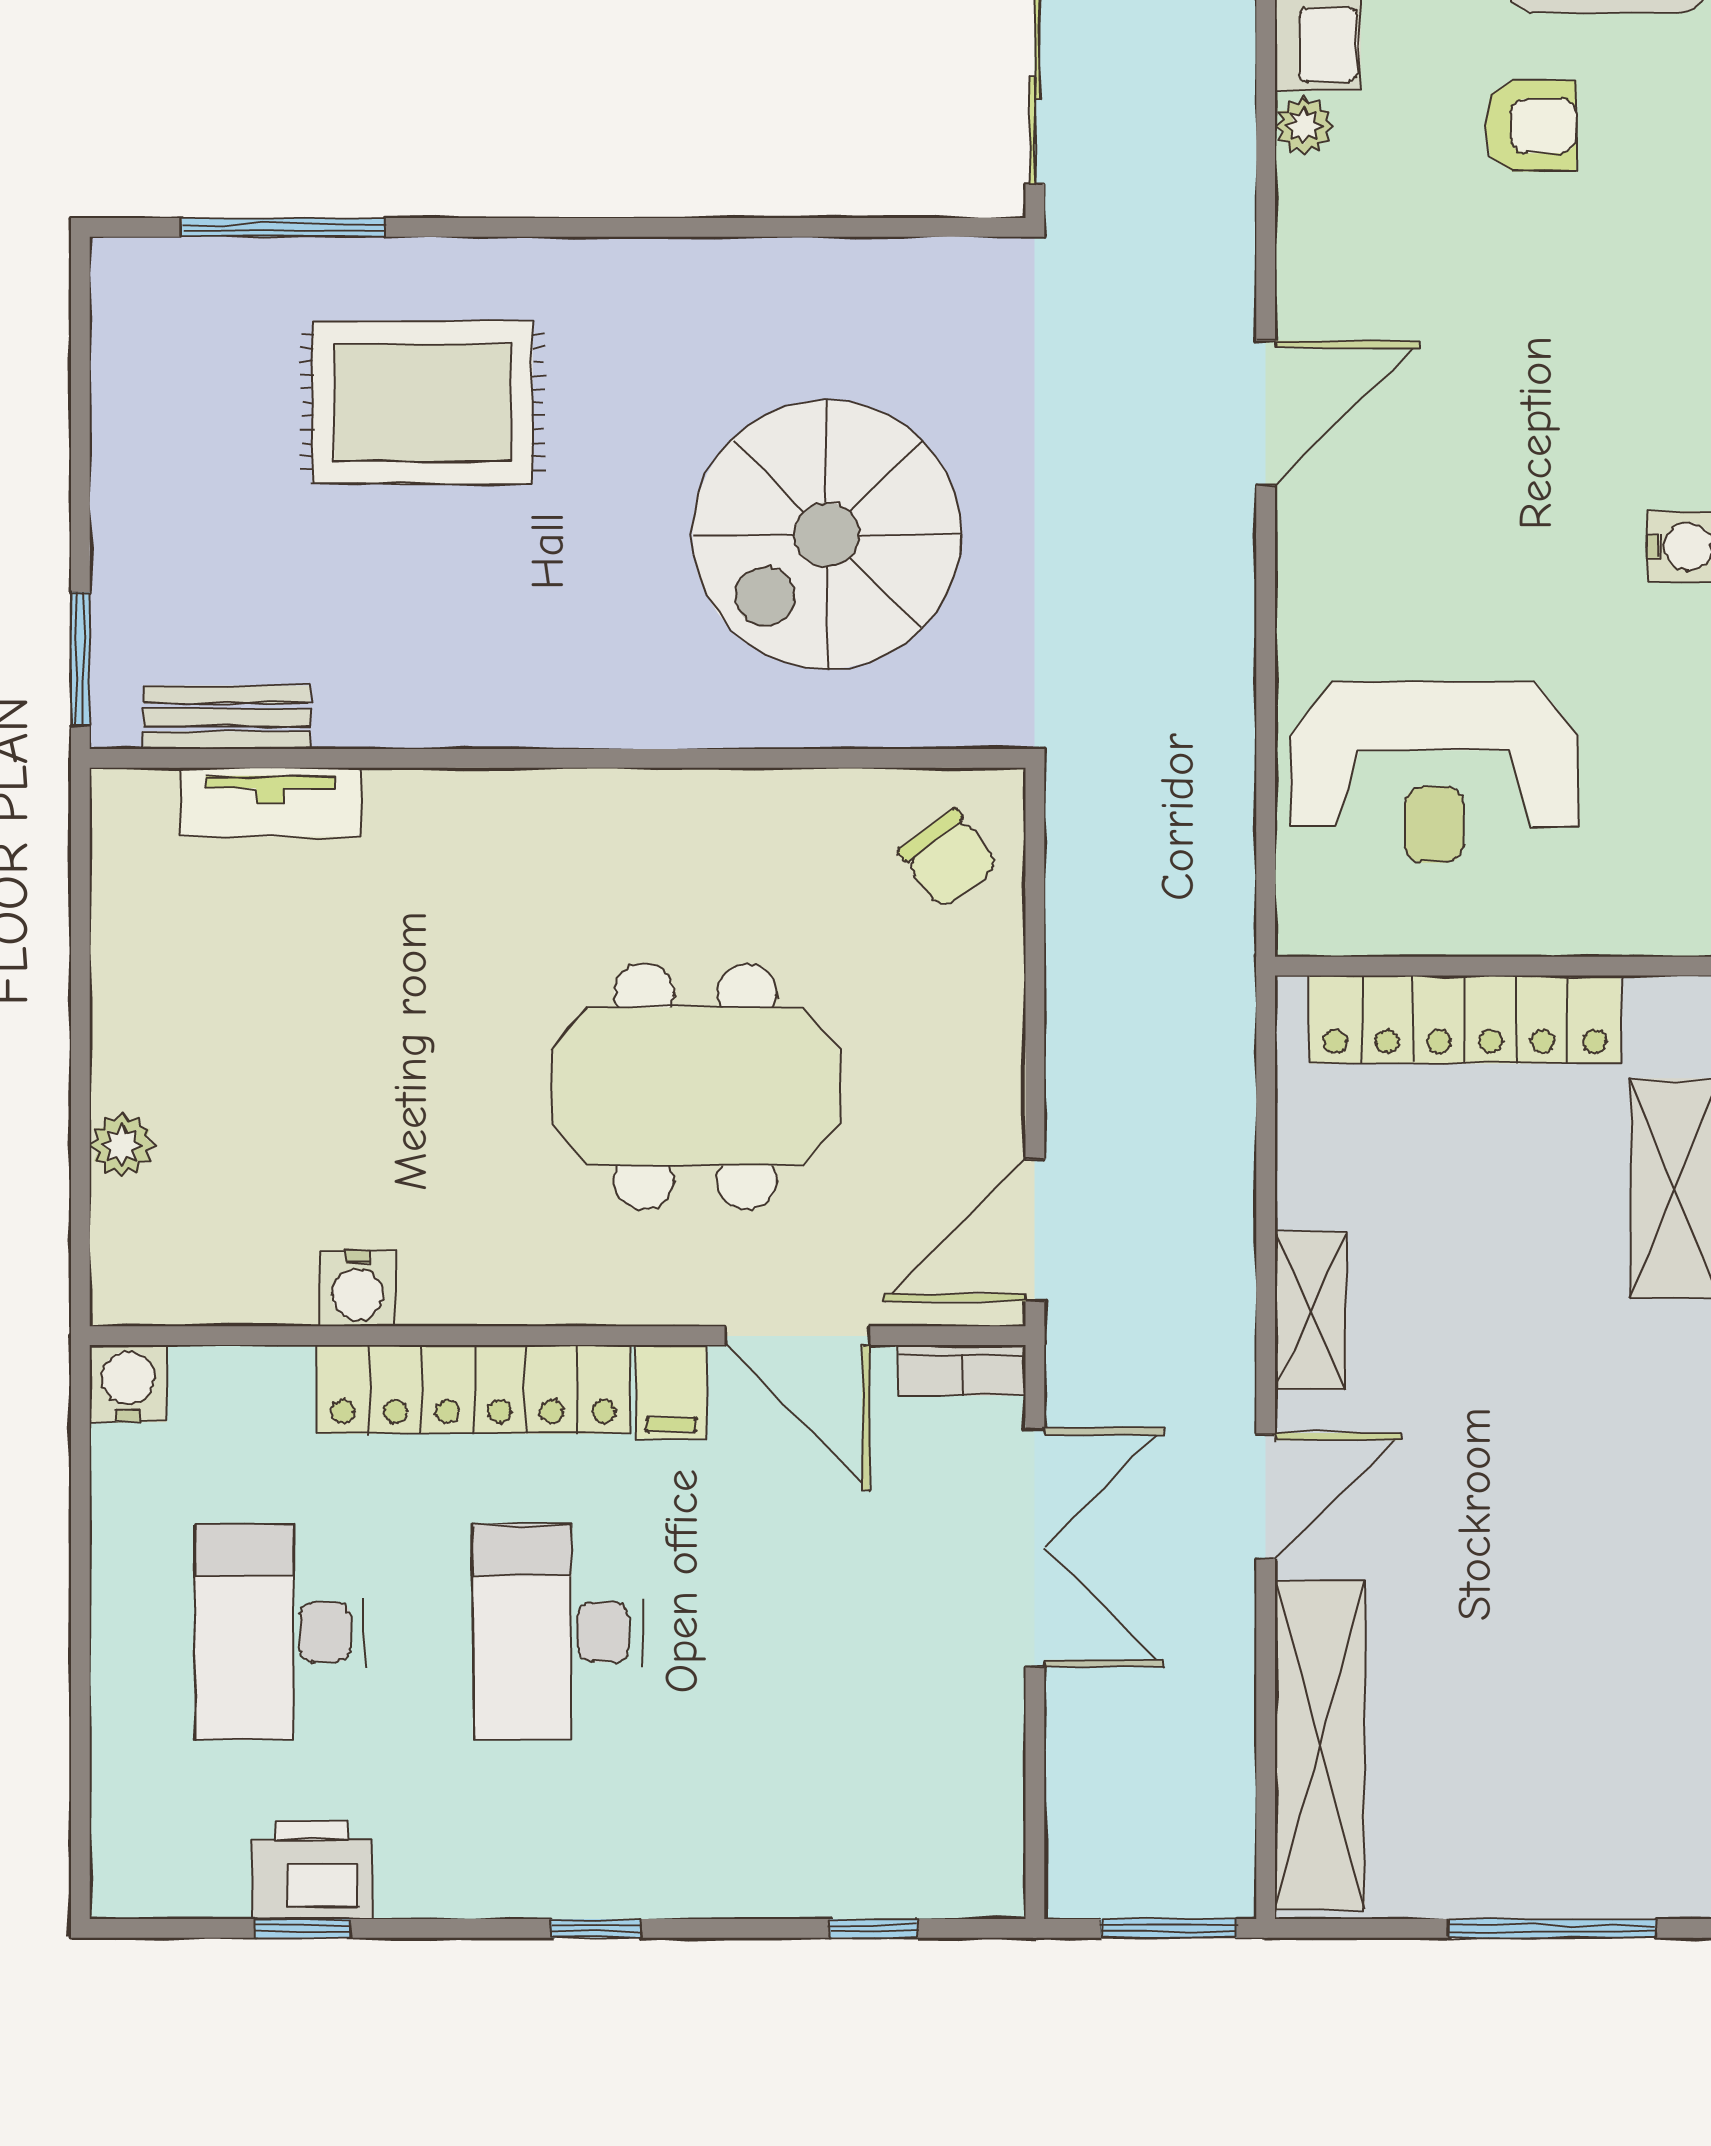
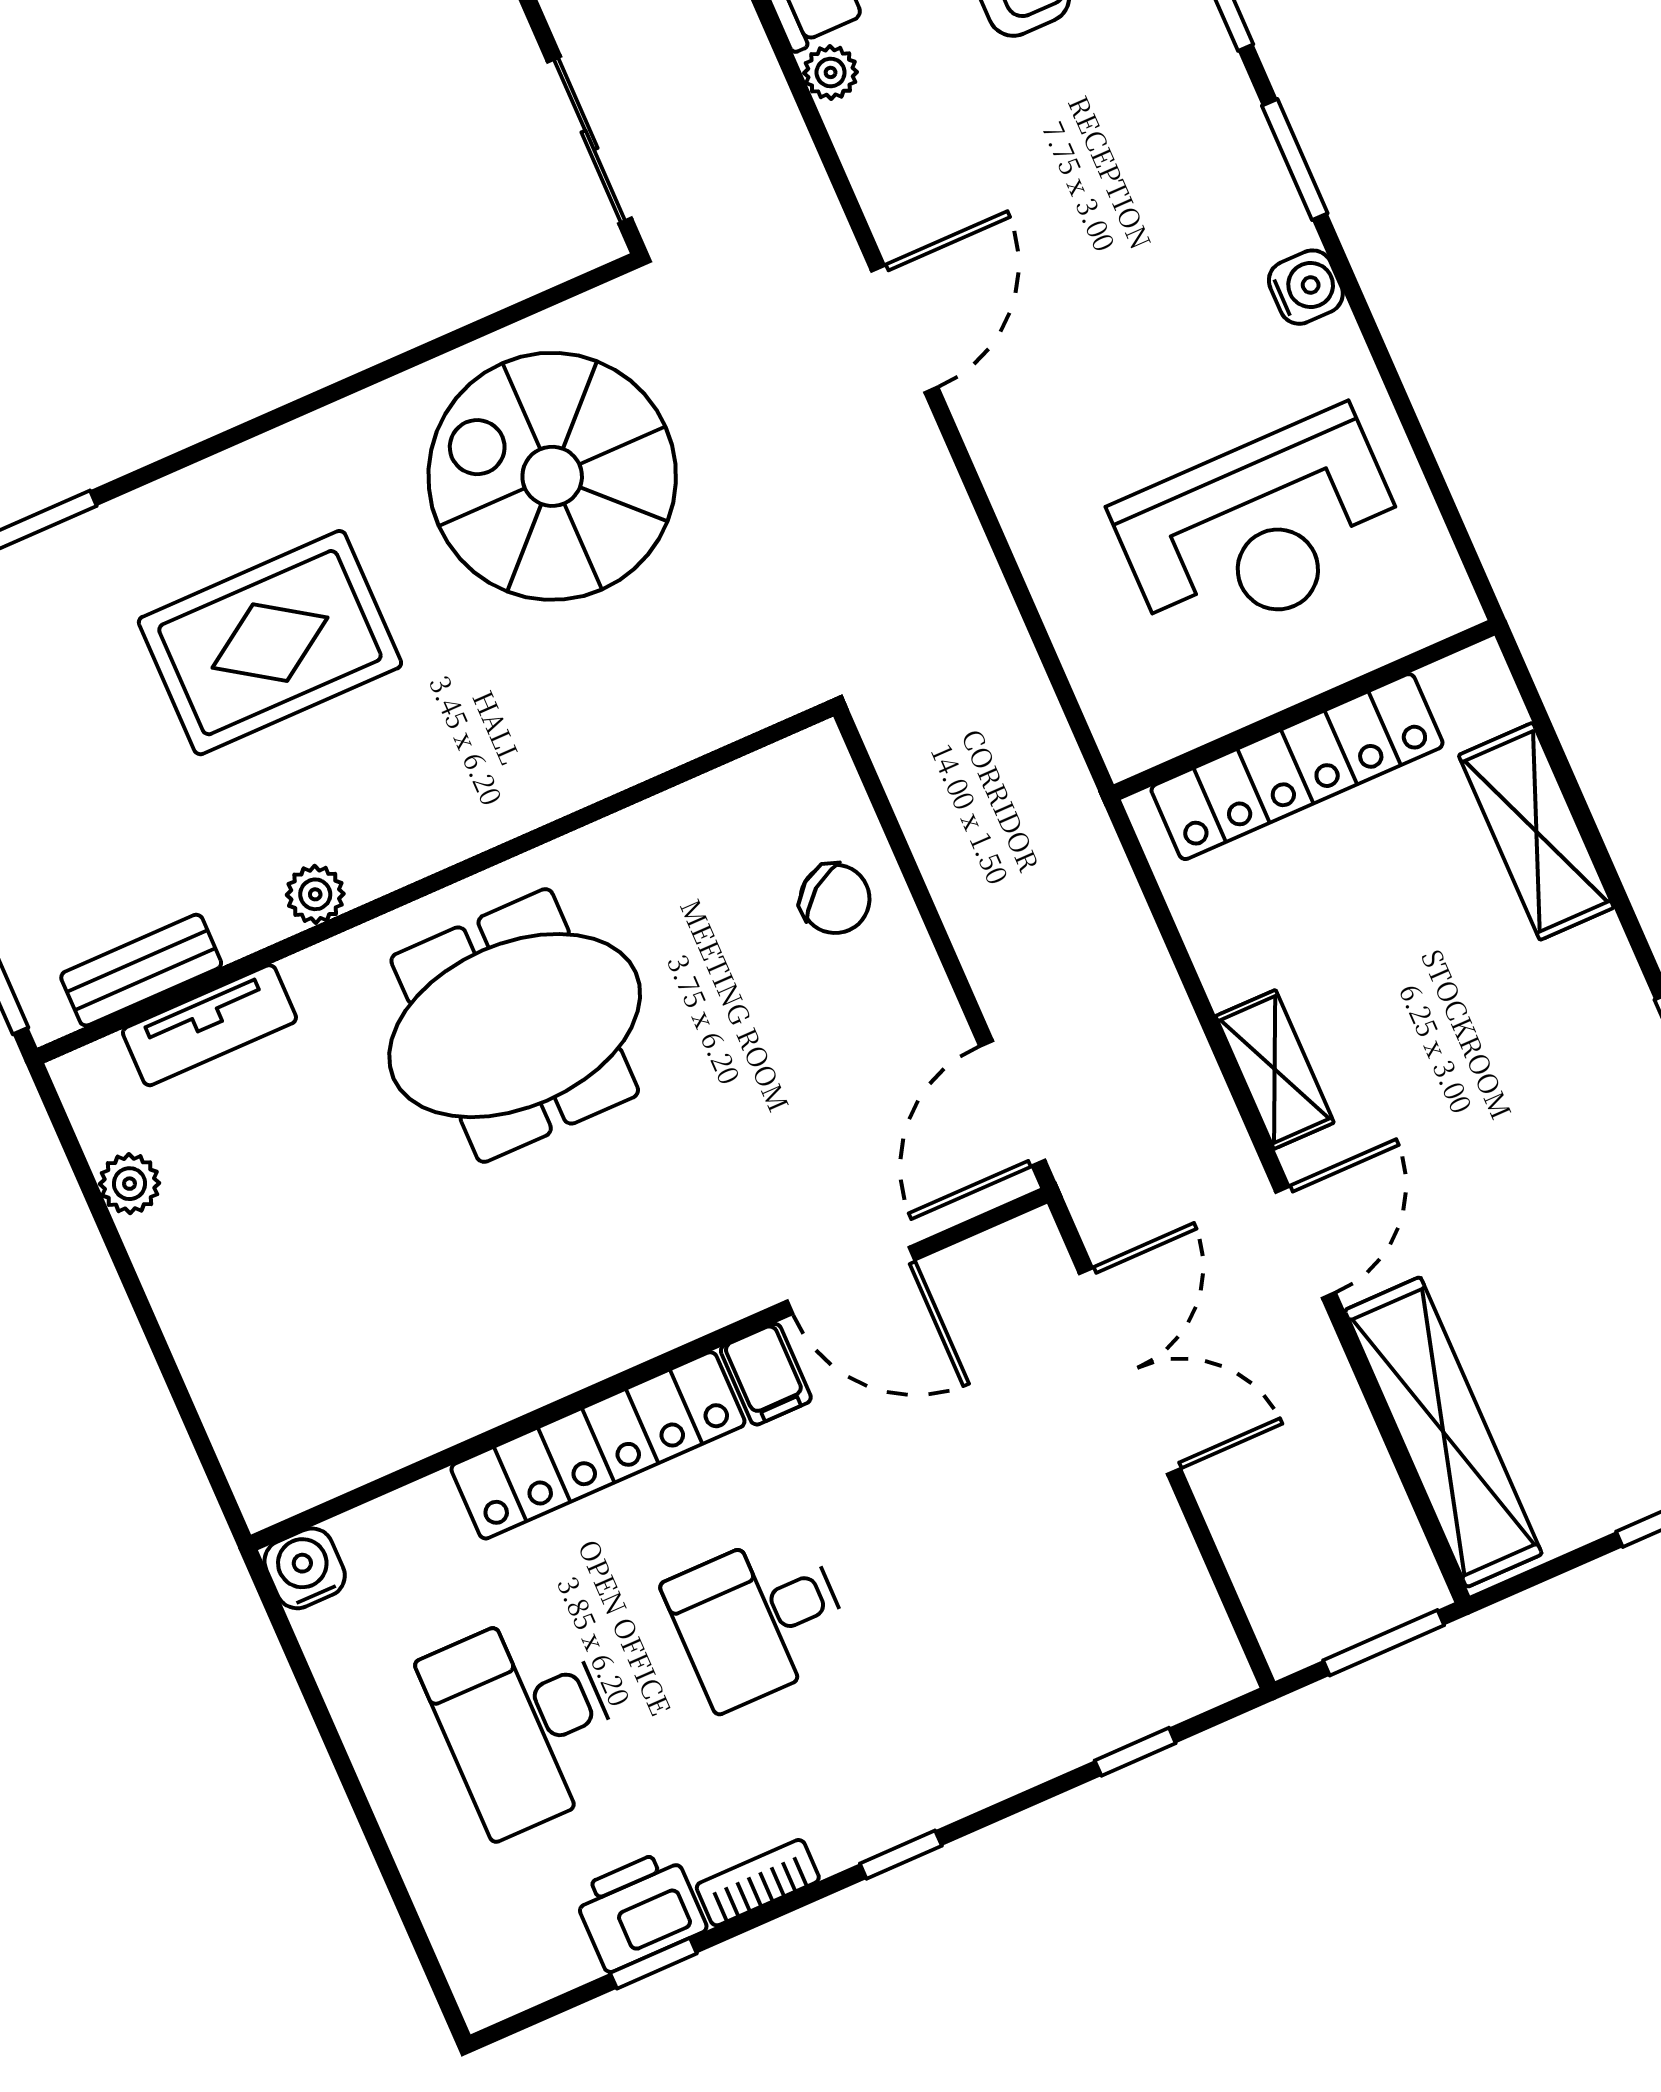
rug: (423, 402) -> (270, 643), moved
spiral stairs: (827, 535) -> (552, 476), moved, turned 90
plant: (433, 718) -> (315, 894), added
reception desk: (1434, 772) -> (1260, 530), moved
chair: (948, 858) -> (835, 899), moved
meeting table: (695, 1087) -> (515, 1026), moved
plant: (122, 1145) -> (129, 1184), moved
water cooler: (358, 1289) -> (463, 1404), removed
bookcase: (962, 1370) -> (758, 1883), moved, turned 180
desk: (558, 1632) -> (759, 1619), width x0.73

